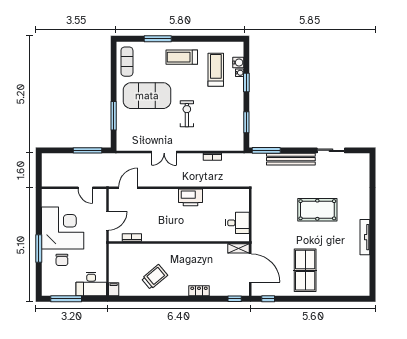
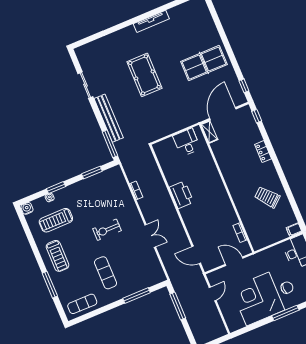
water cooler: (238, 62) -> (27, 208), moved
exercise mat: (147, 96) -> (106, 273), width x0.50, depth x0.69

